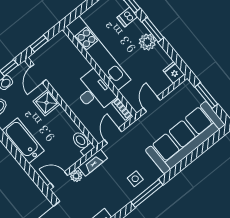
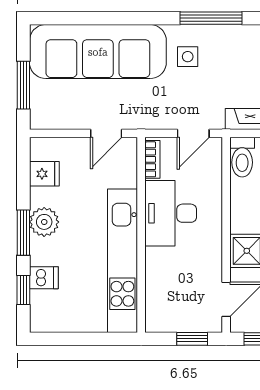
fridge: (174, 72) -> (44, 174), moved, turned -90
side table: (135, 179) -> (188, 57), moved

